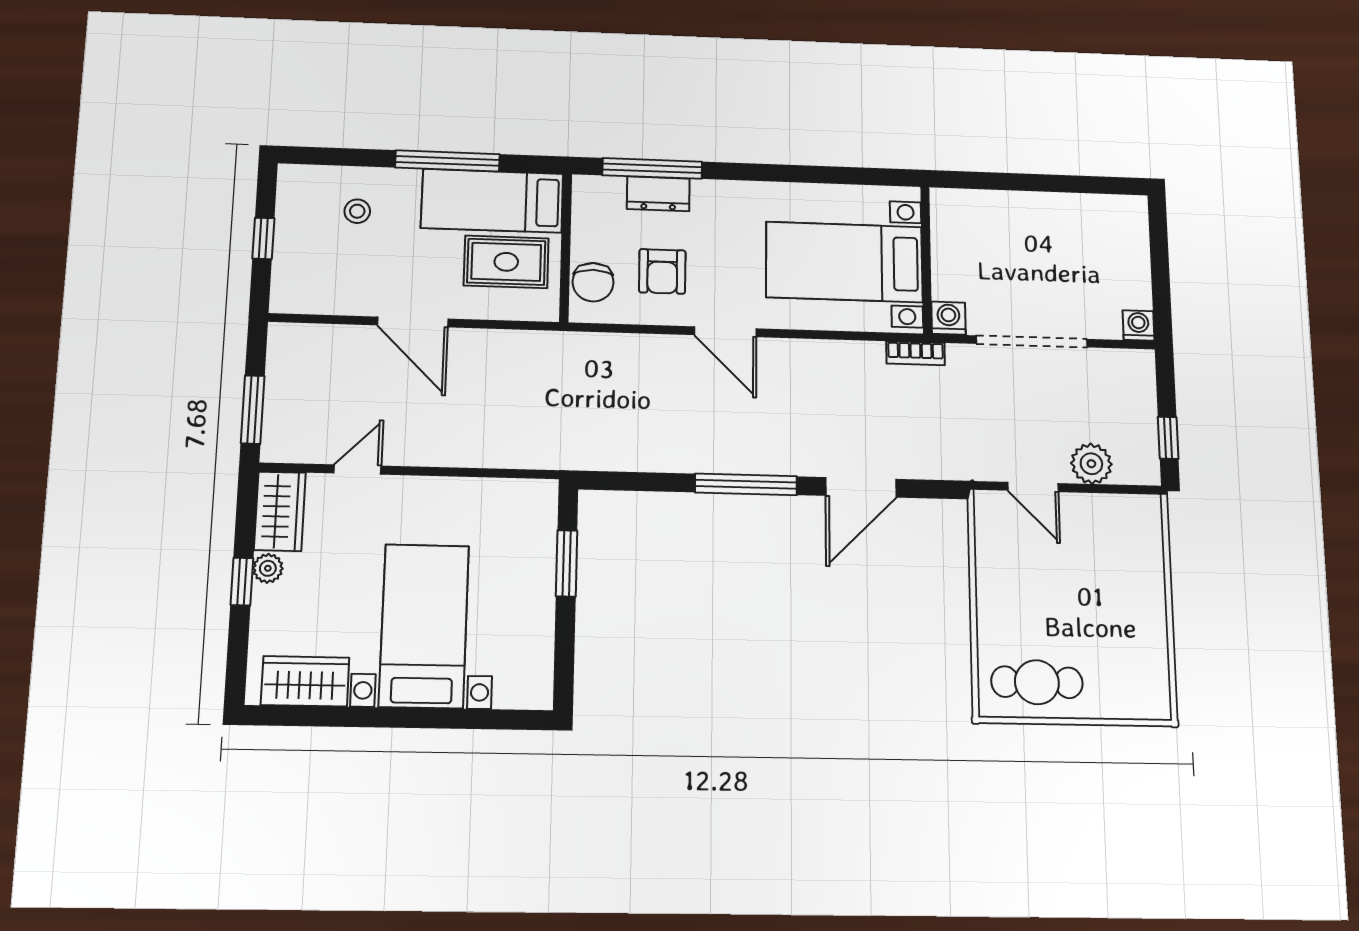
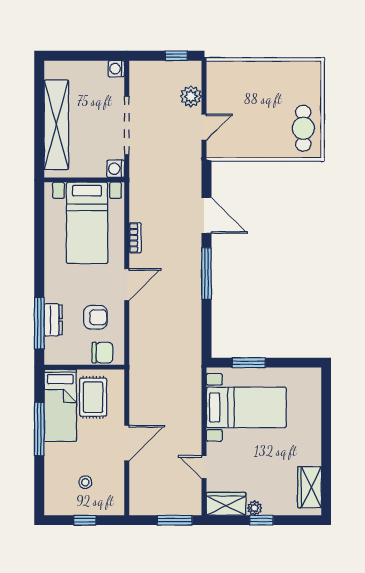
stool: (357, 211) -> (85, 482), moved
shelving: (1029, 213) -> (56, 125), added
bookcase: (915, 353) -> (135, 238), moved
bed with nightstands: (424, 626) -> (246, 407), moved, turned 180

